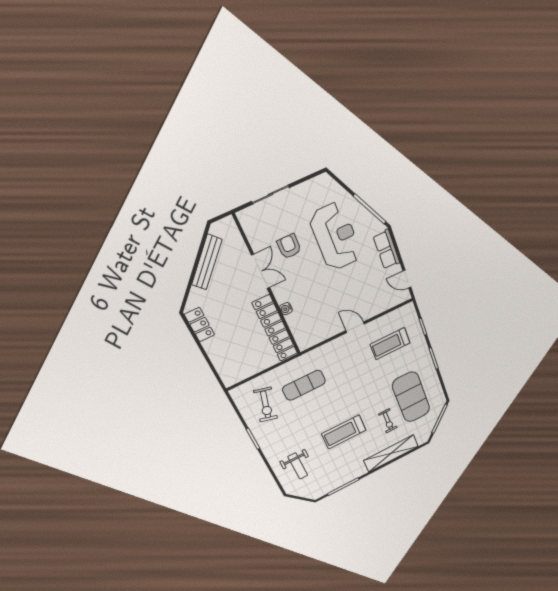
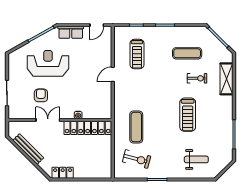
armchair: (289, 246) -> (41, 95), turned 90
exercise mat: (411, 397) -> (187, 53), width x0.50, depth x0.69
shelving: (391, 453) -> (227, 79), width x0.68

